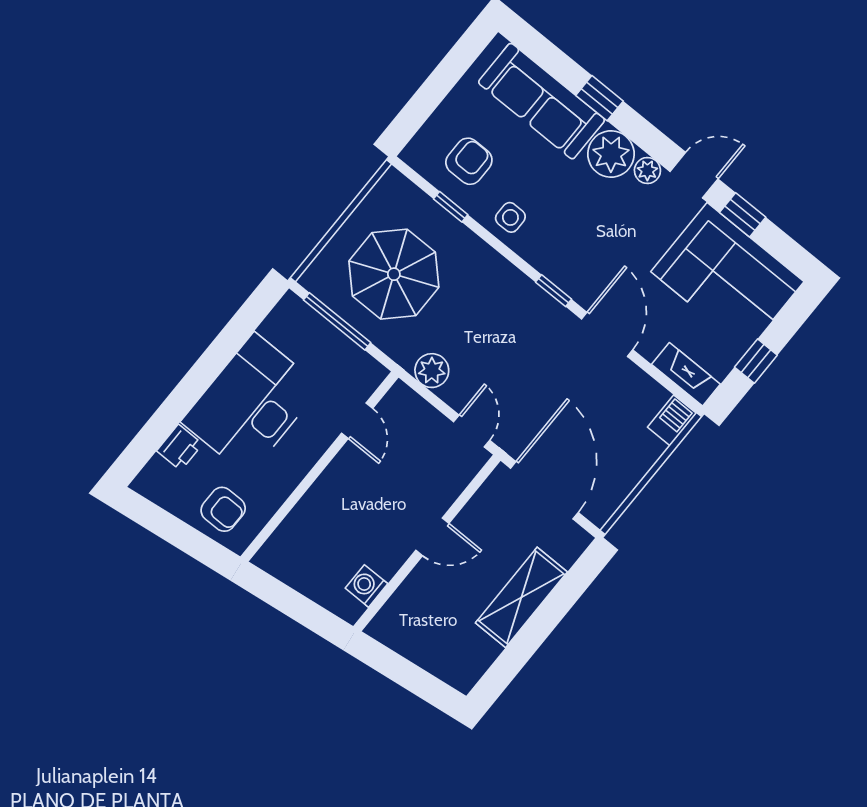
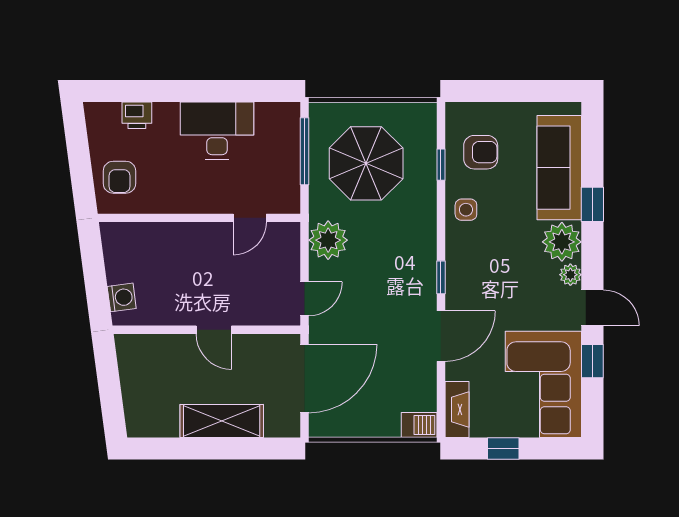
plant: (432, 371) -> (328, 240), width x1.36, depth x1.36
desk: (251, 404) -> (217, 131), width x0.73, depth x0.77
washing machine: (366, 586) -> (122, 297), moved, turned 82

